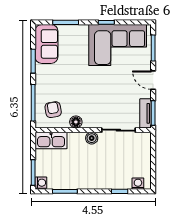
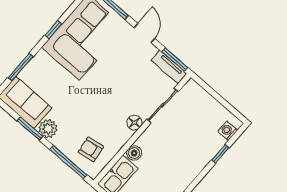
plant: (43, 72) -> (48, 129), added
door: (153, 80) -> (144, 33), swing flipped
floor lamp: (76, 122) -> (134, 123), moved
boiler: (92, 138) -> (134, 153), moved

